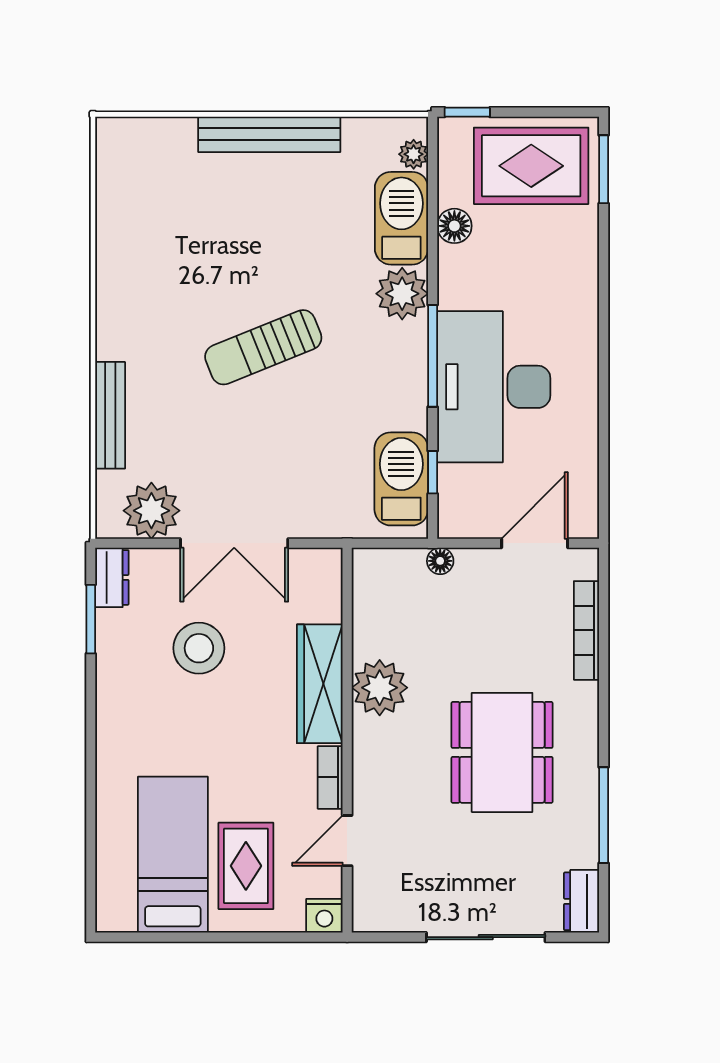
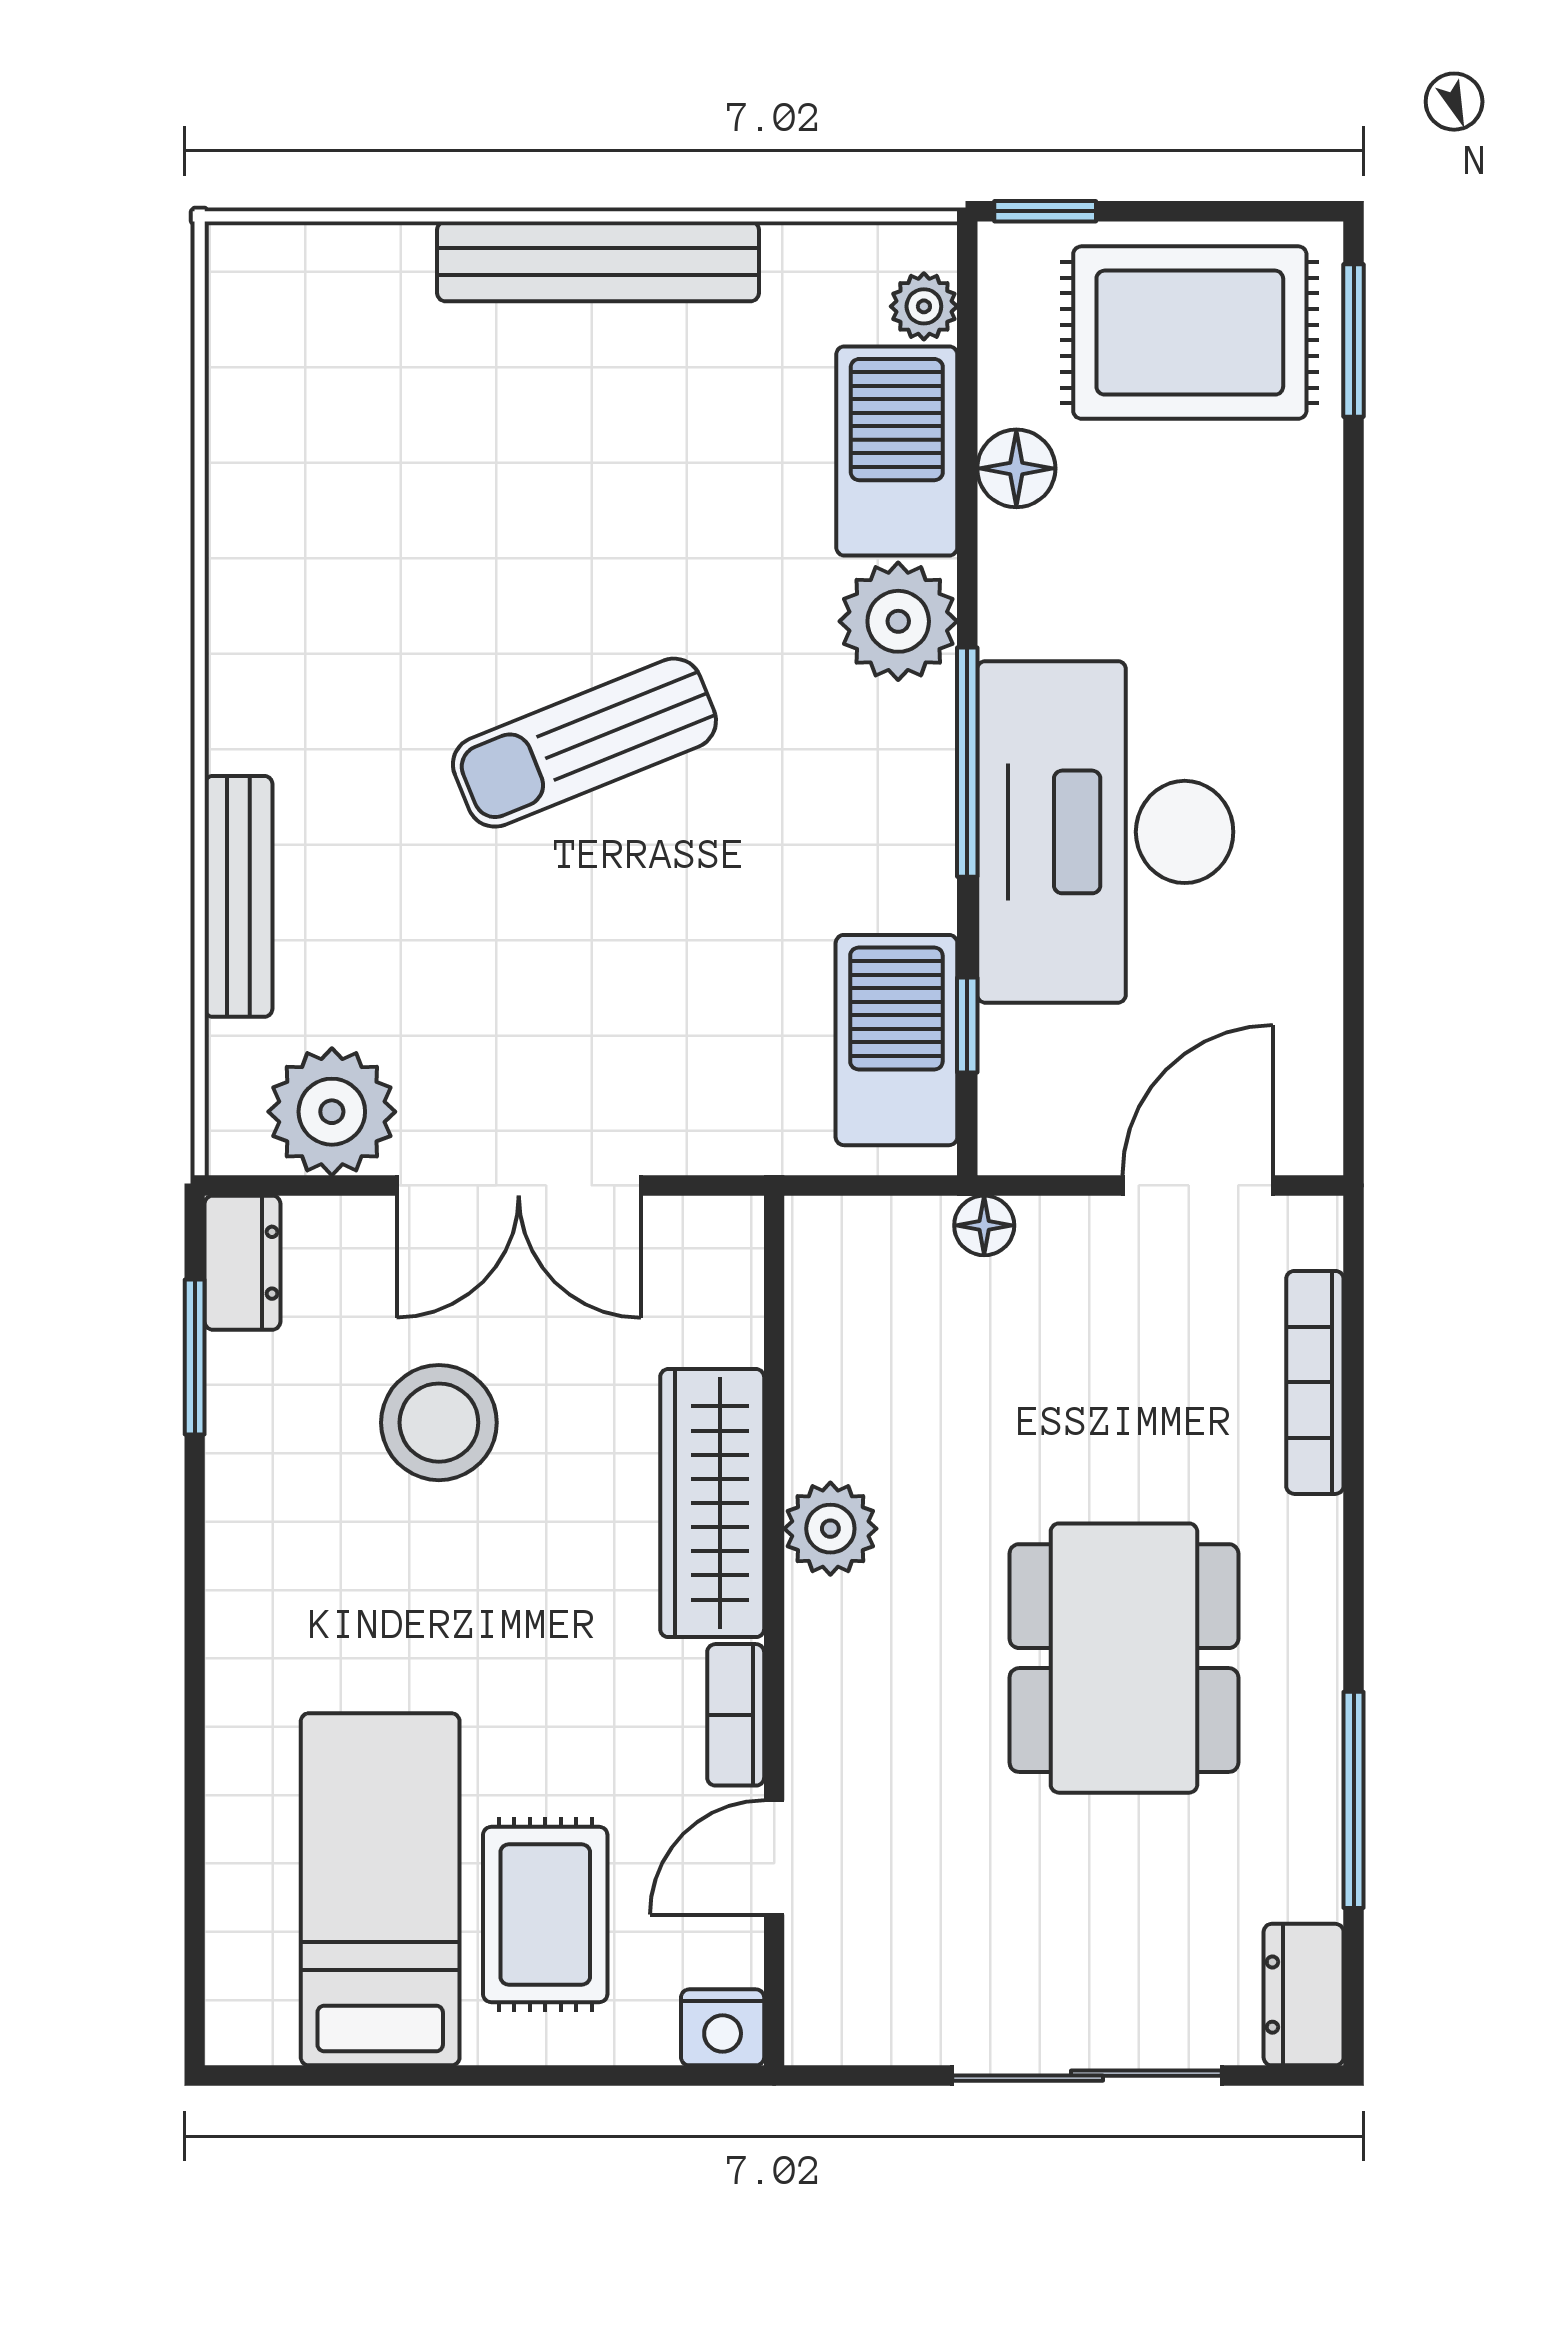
plant: (380, 688) -> (830, 1529), width x0.73, depth x0.73

